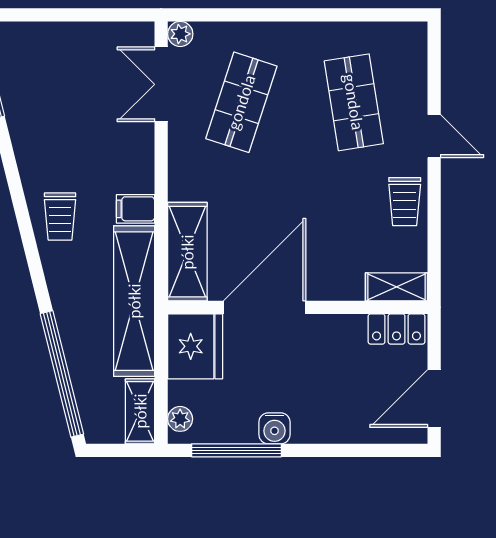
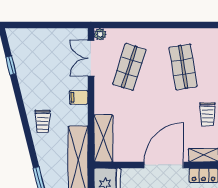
filing cabinet: (136, 209) -> (79, 97), moved
door: (265, 307) -> (164, 165), moved

